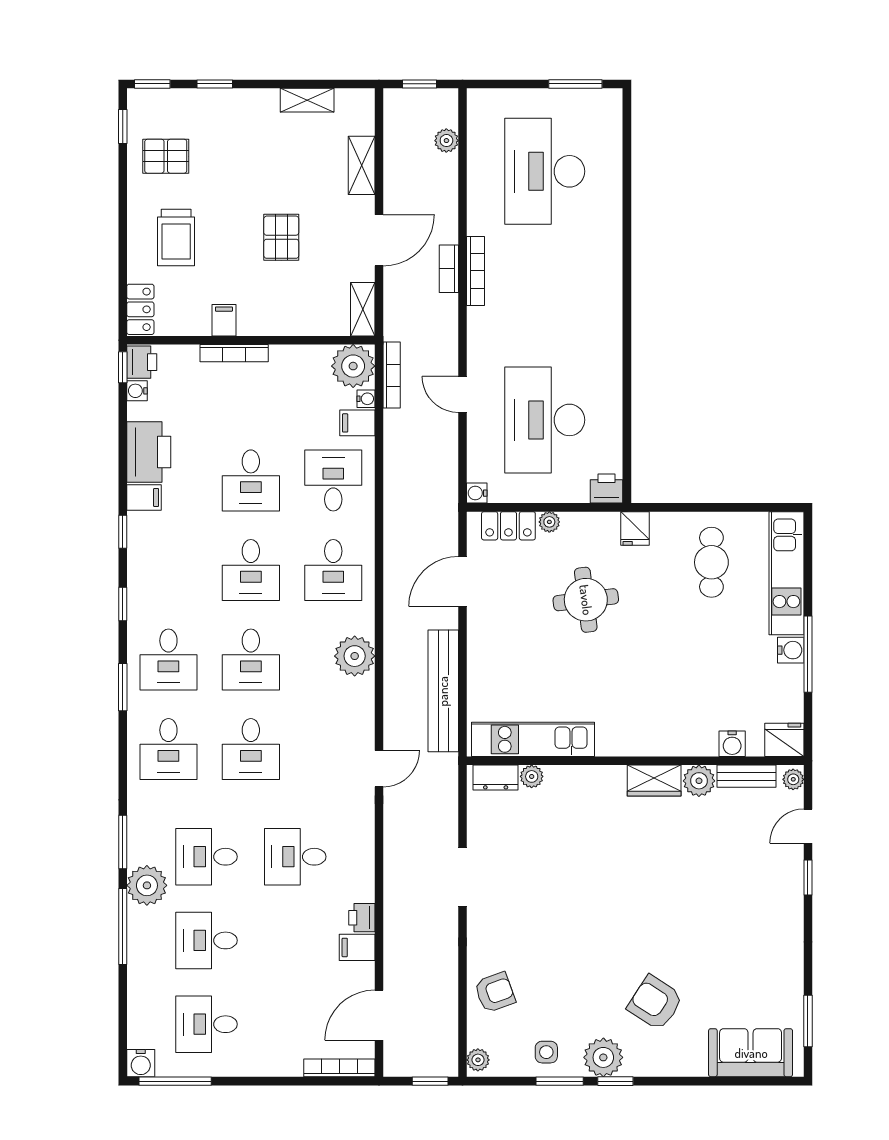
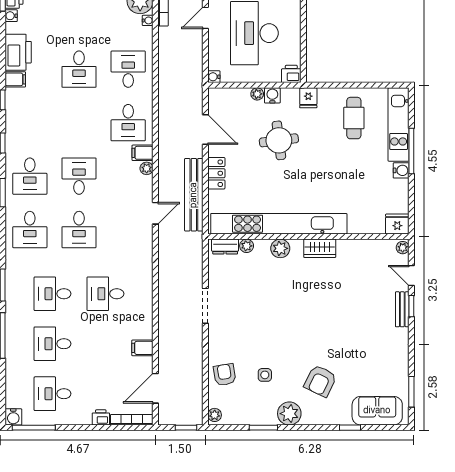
door: (463, 394) -> (205, 18), hinge flipped
filing cabinet: (357, 423) -> (143, 153), moved
locker: (508, 526) -> (216, 173), moved, turned -90
desk: (251, 570) -> (79, 123), removed
door: (463, 581) -> (205, 129), swing flipped
window: (808, 654) -> (411, 151), moved
plant: (355, 656) -> (147, 168), width x0.53, depth x0.53
desk: (251, 660) -> (79, 176), turned 180
kitchen unit: (533, 739) -> (279, 224), width x1.86
water cooler: (732, 744) -> (272, 95), moved, turned 180
door: (379, 769) -> (155, 213), moved
bench: (746, 776) -> (402, 309), moved, turned 90
plant: (699, 781) -> (280, 248), moved
door: (808, 826) -> (411, 275), hinge flipped
plant: (147, 885) -> (17, 311), removed
printer: (362, 918) -> (101, 417), moved, turned 90
armchair: (495, 992) -> (225, 375), turned -79
armchair: (655, 1003) -> (320, 381), turned -97
side table: (546, 1052) -> (265, 375), moved
window: (615, 1081) -> (350, 428), moved

